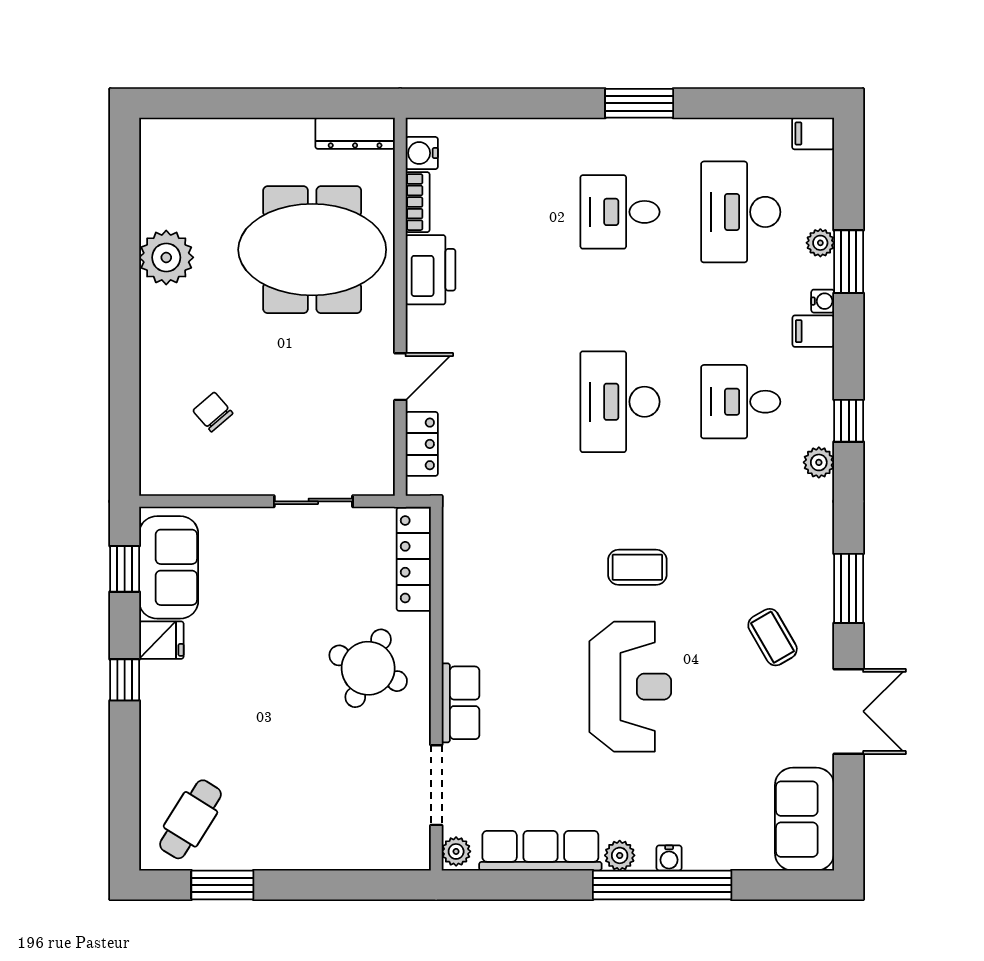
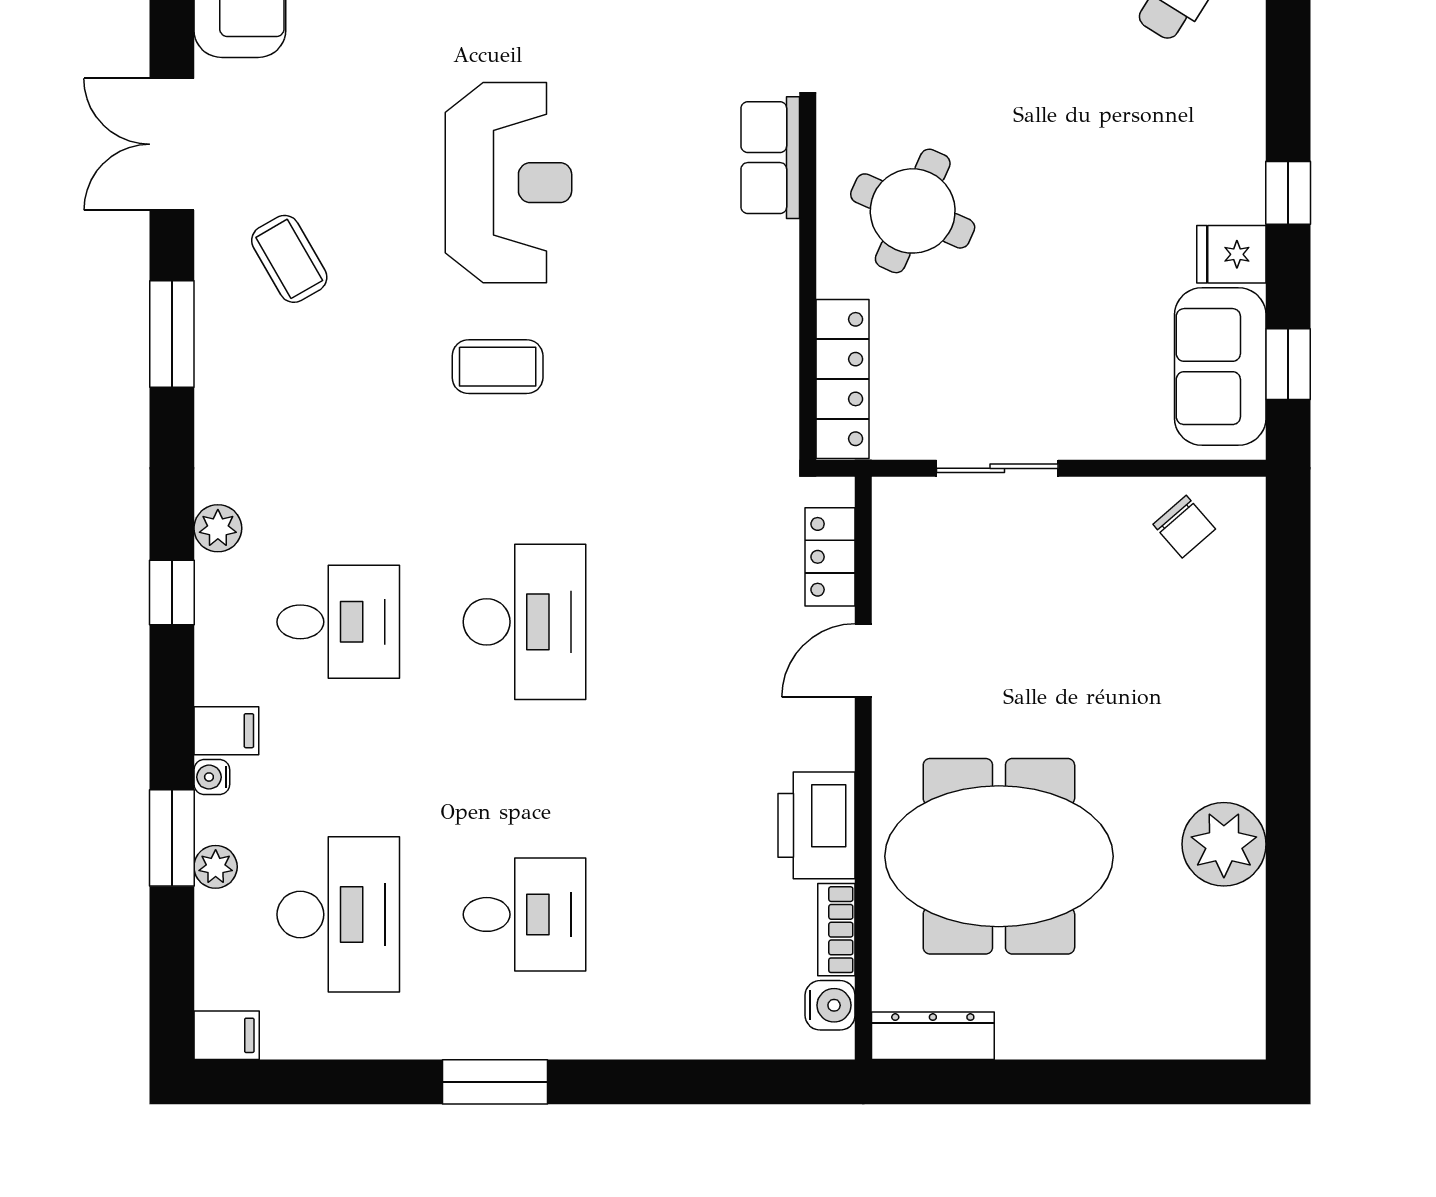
chair: (213, 412) -> (1184, 527), moved
reception desk: (630, 687) -> (509, 183), turned 180

